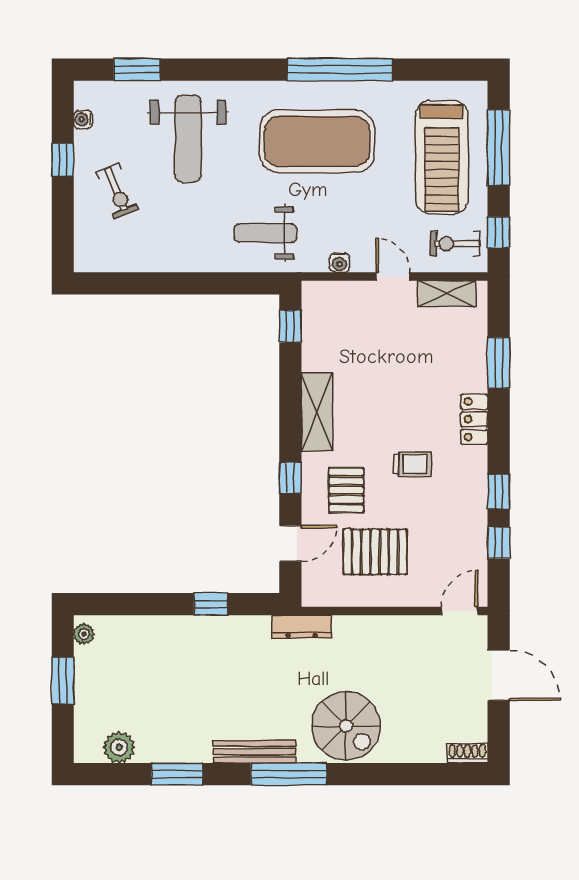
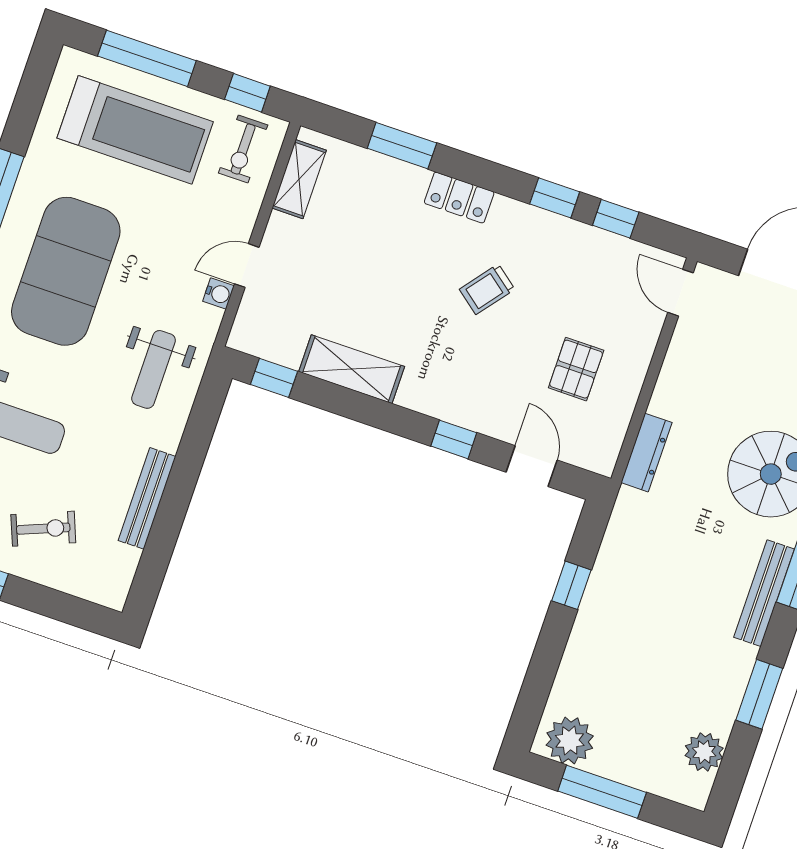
bench: (167, 261) -> (147, 498), added
door: (393, 277) -> (247, 266), moved
shelving: (317, 412) -> (352, 369), moved
trolley: (412, 464) -> (487, 289), turned -142
pallet: (346, 490) -> (491, 378), removed
pallet: (375, 552) -> (576, 369), width x0.67, depth x0.71
dresser: (302, 627) -> (647, 453), moved
plant: (84, 634) -> (570, 741), width x1.88, depth x1.88
window: (63, 681) -> (602, 792), width x1.44

